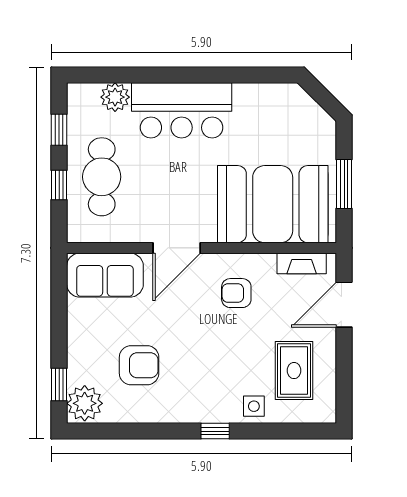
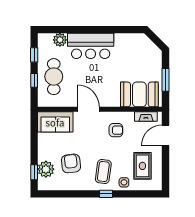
booth: (273, 204) -> (139, 94), width x0.73, depth x0.70
door: (177, 248) -> (88, 109), swing flipped
armchair: (236, 293) -> (116, 130), turned 180
armchair: (139, 365) -> (71, 163), turned -97
coffee table: (209, 383) -> (103, 171), added
plant: (85, 403) -> (46, 169), moved

